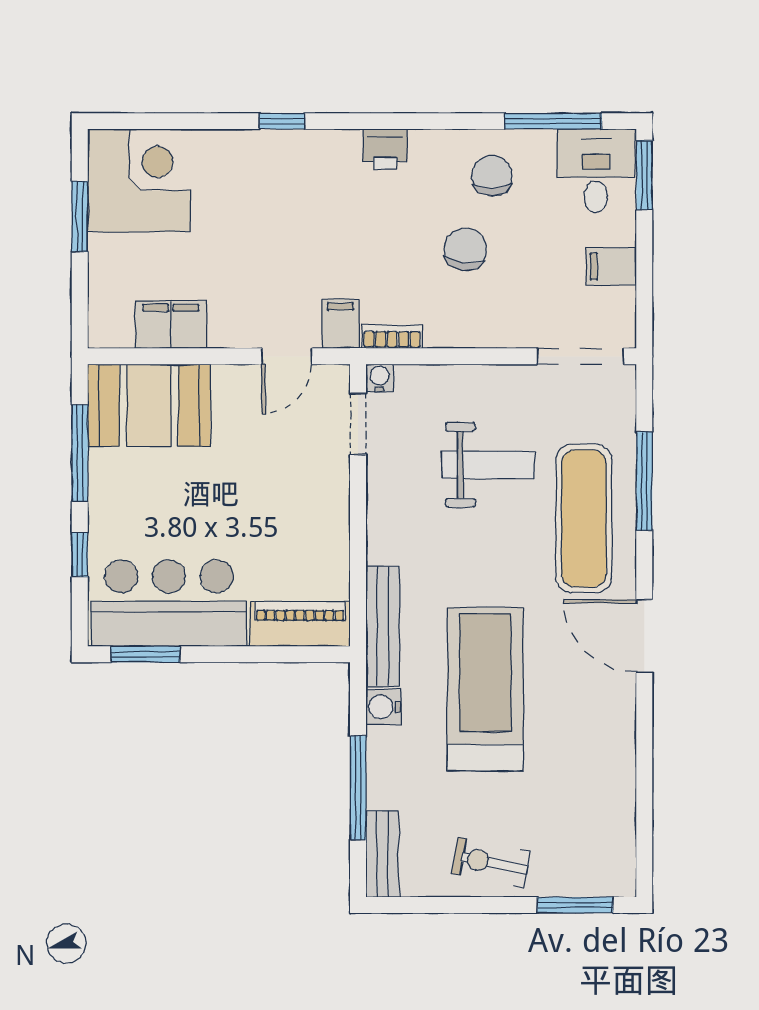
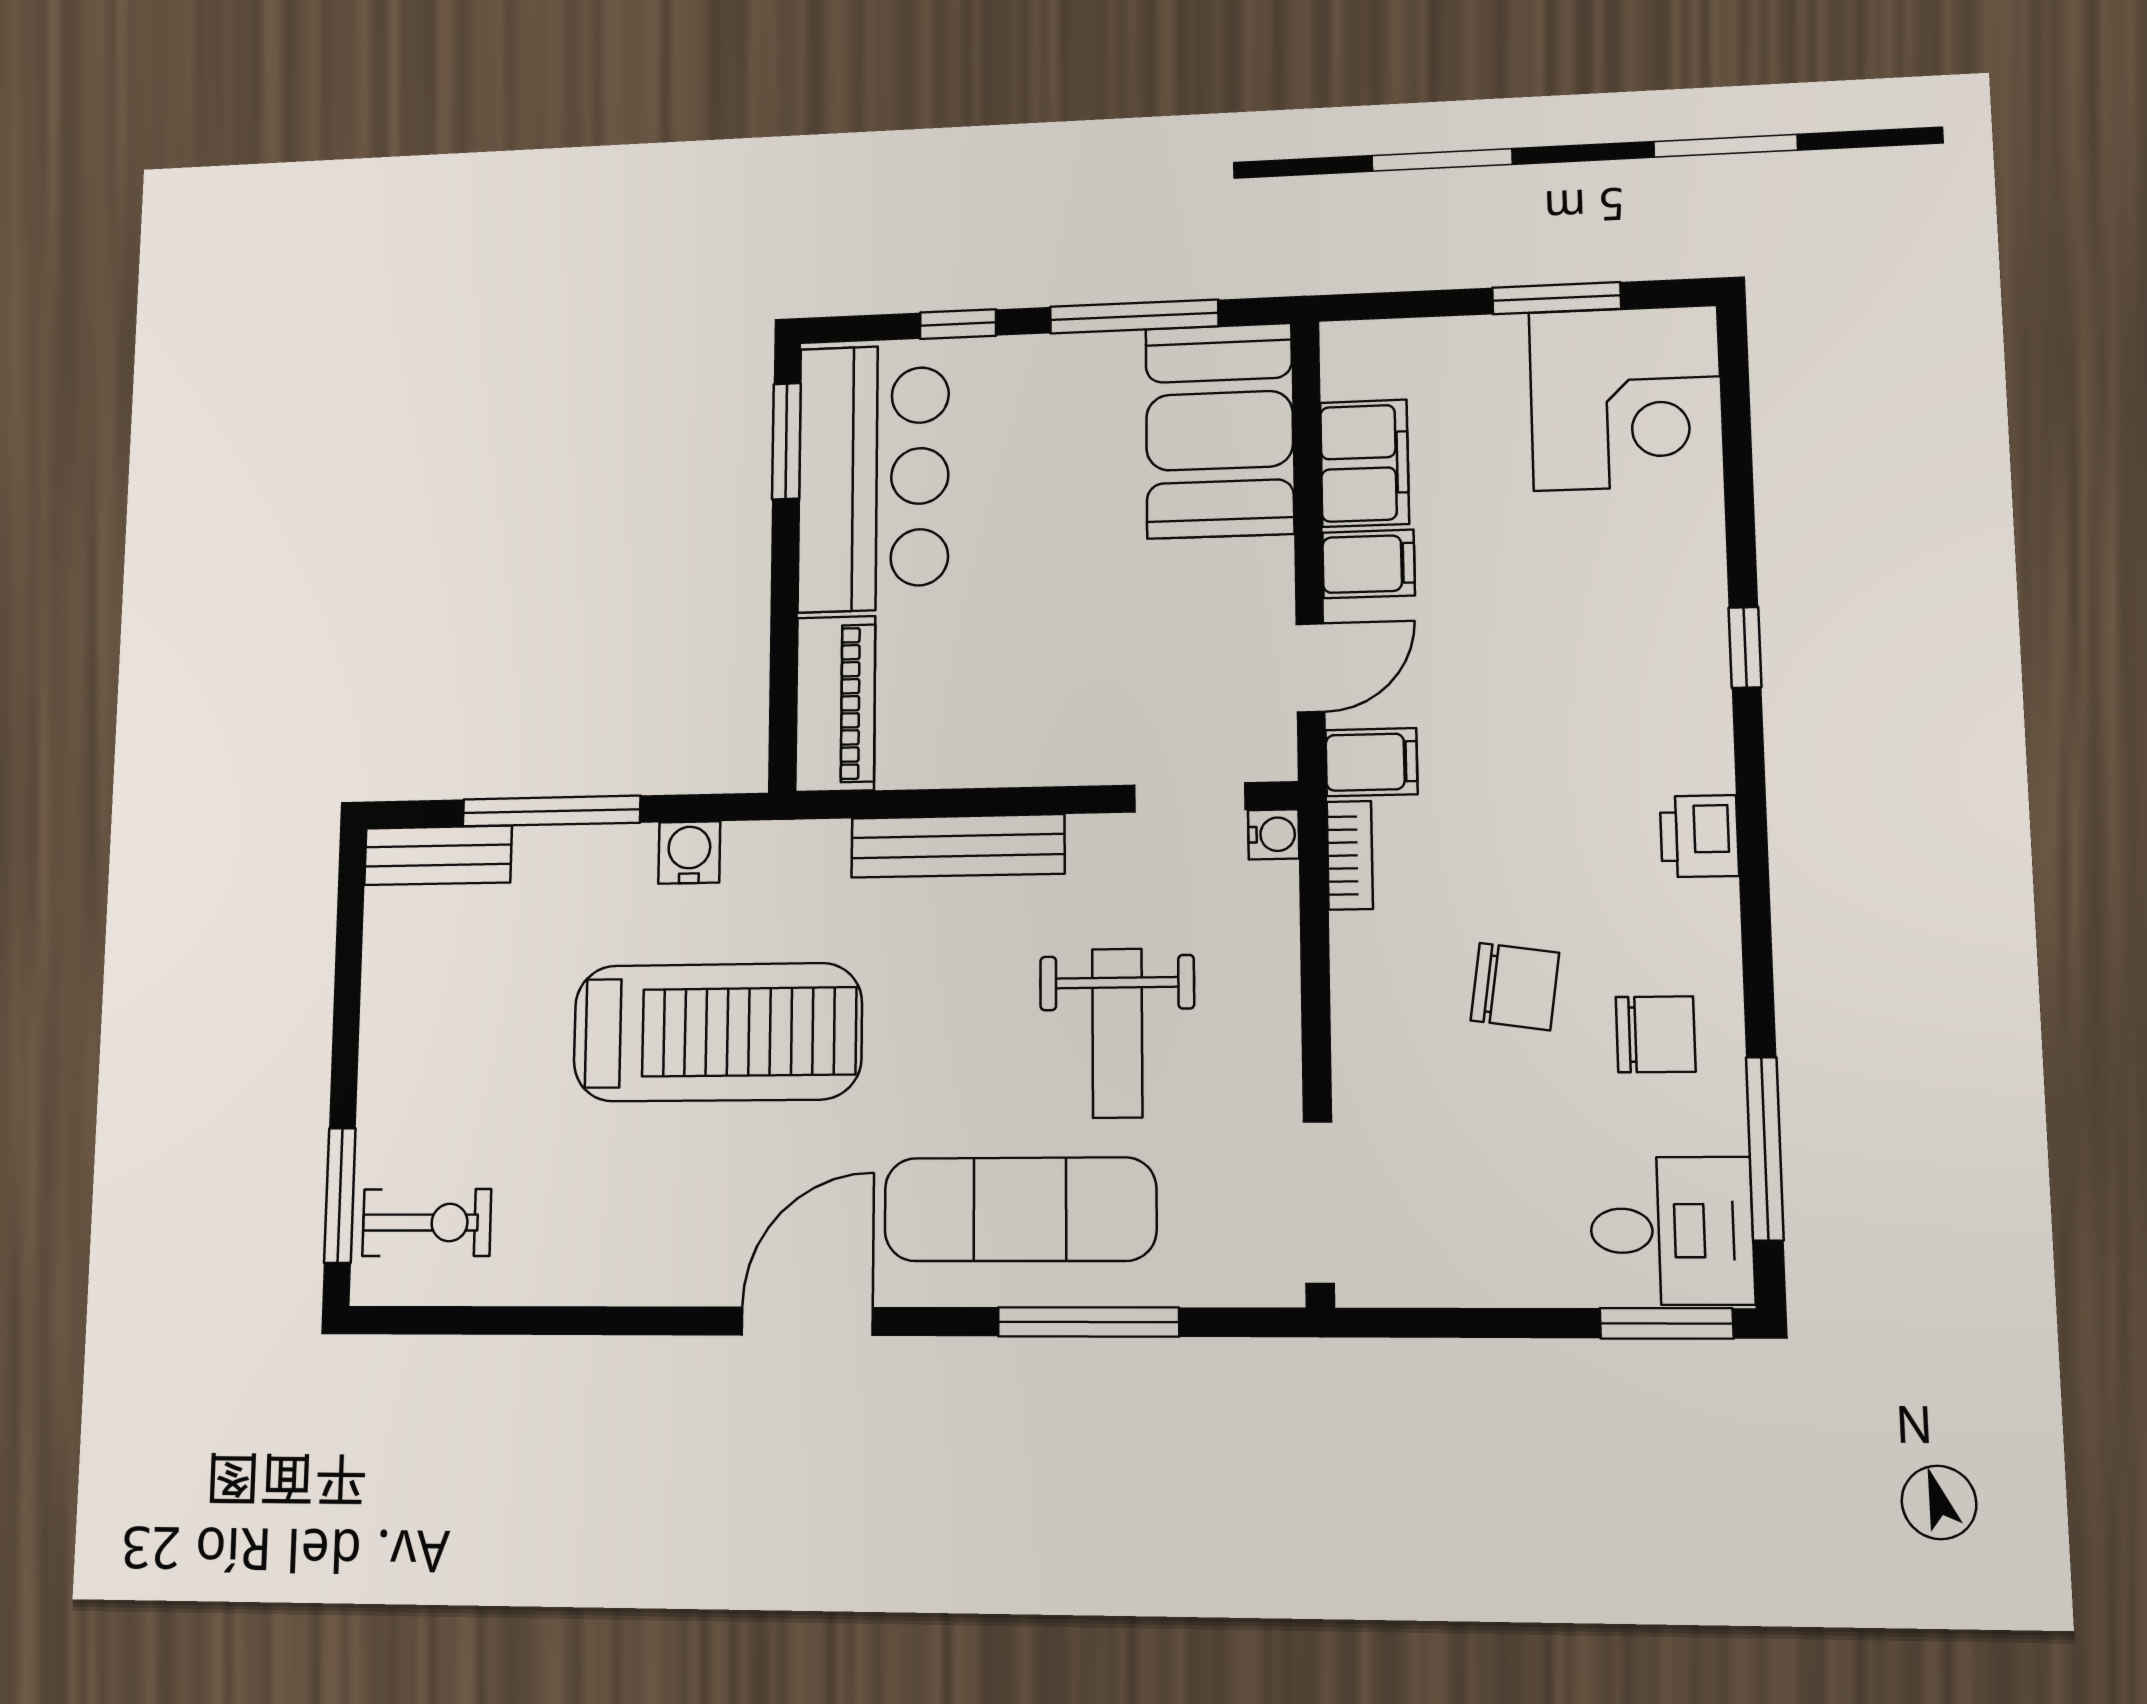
filing cabinet: (611, 266) -> (1369, 564), moved, turned 90
door: (287, 356) -> (1310, 668), swing flipped
bench: (383, 626) -> (958, 846), moved
exercise bike: (491, 863) -> (427, 1223), moved, turned 79

